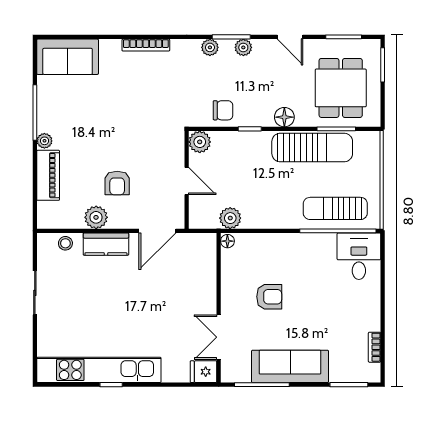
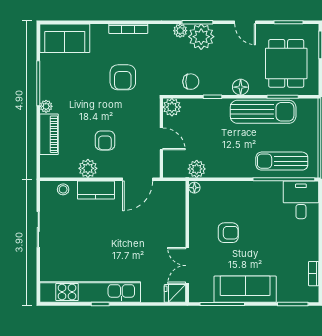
plant: (243, 47) -> (201, 37), width x1.87, depth x1.87
armchair: (139, 105) -> (123, 77), added

